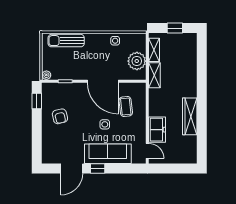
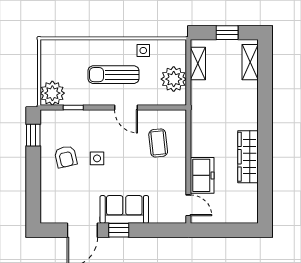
sun lounger: (66, 41) -> (114, 75), moved
plant: (46, 75) -> (52, 93), width x1.88, depth x1.88
shelving: (154, 75) -> (250, 62), moved
door: (103, 81) -> (126, 107), width x0.53
side table: (105, 124) -> (97, 158), moved
sofa: (108, 154) -> (124, 209), width x0.73

